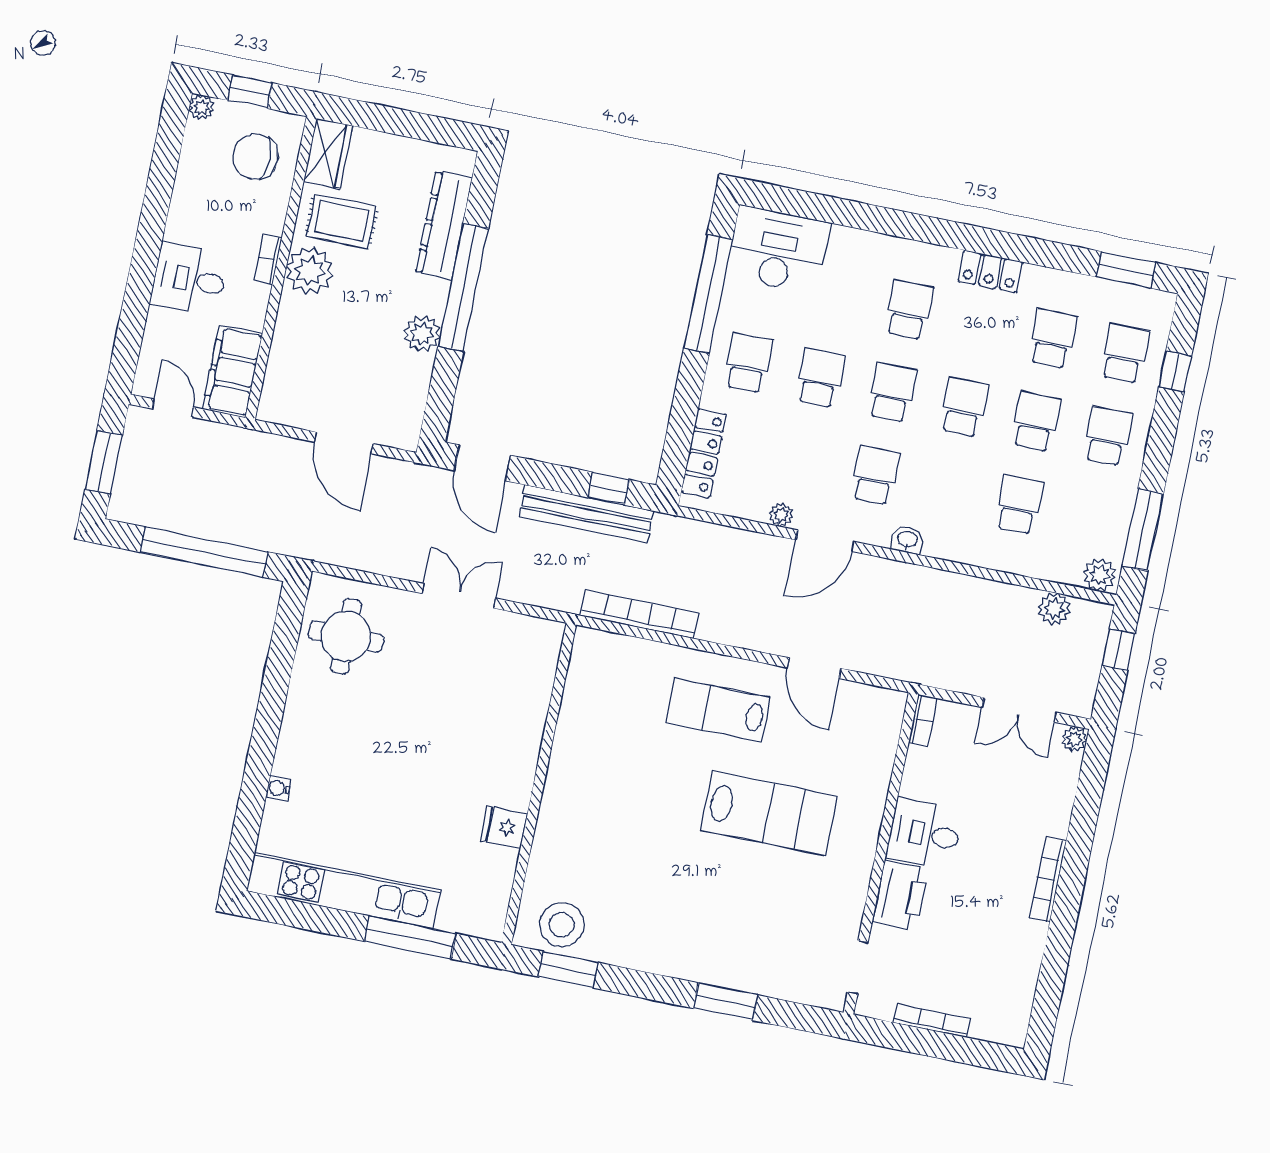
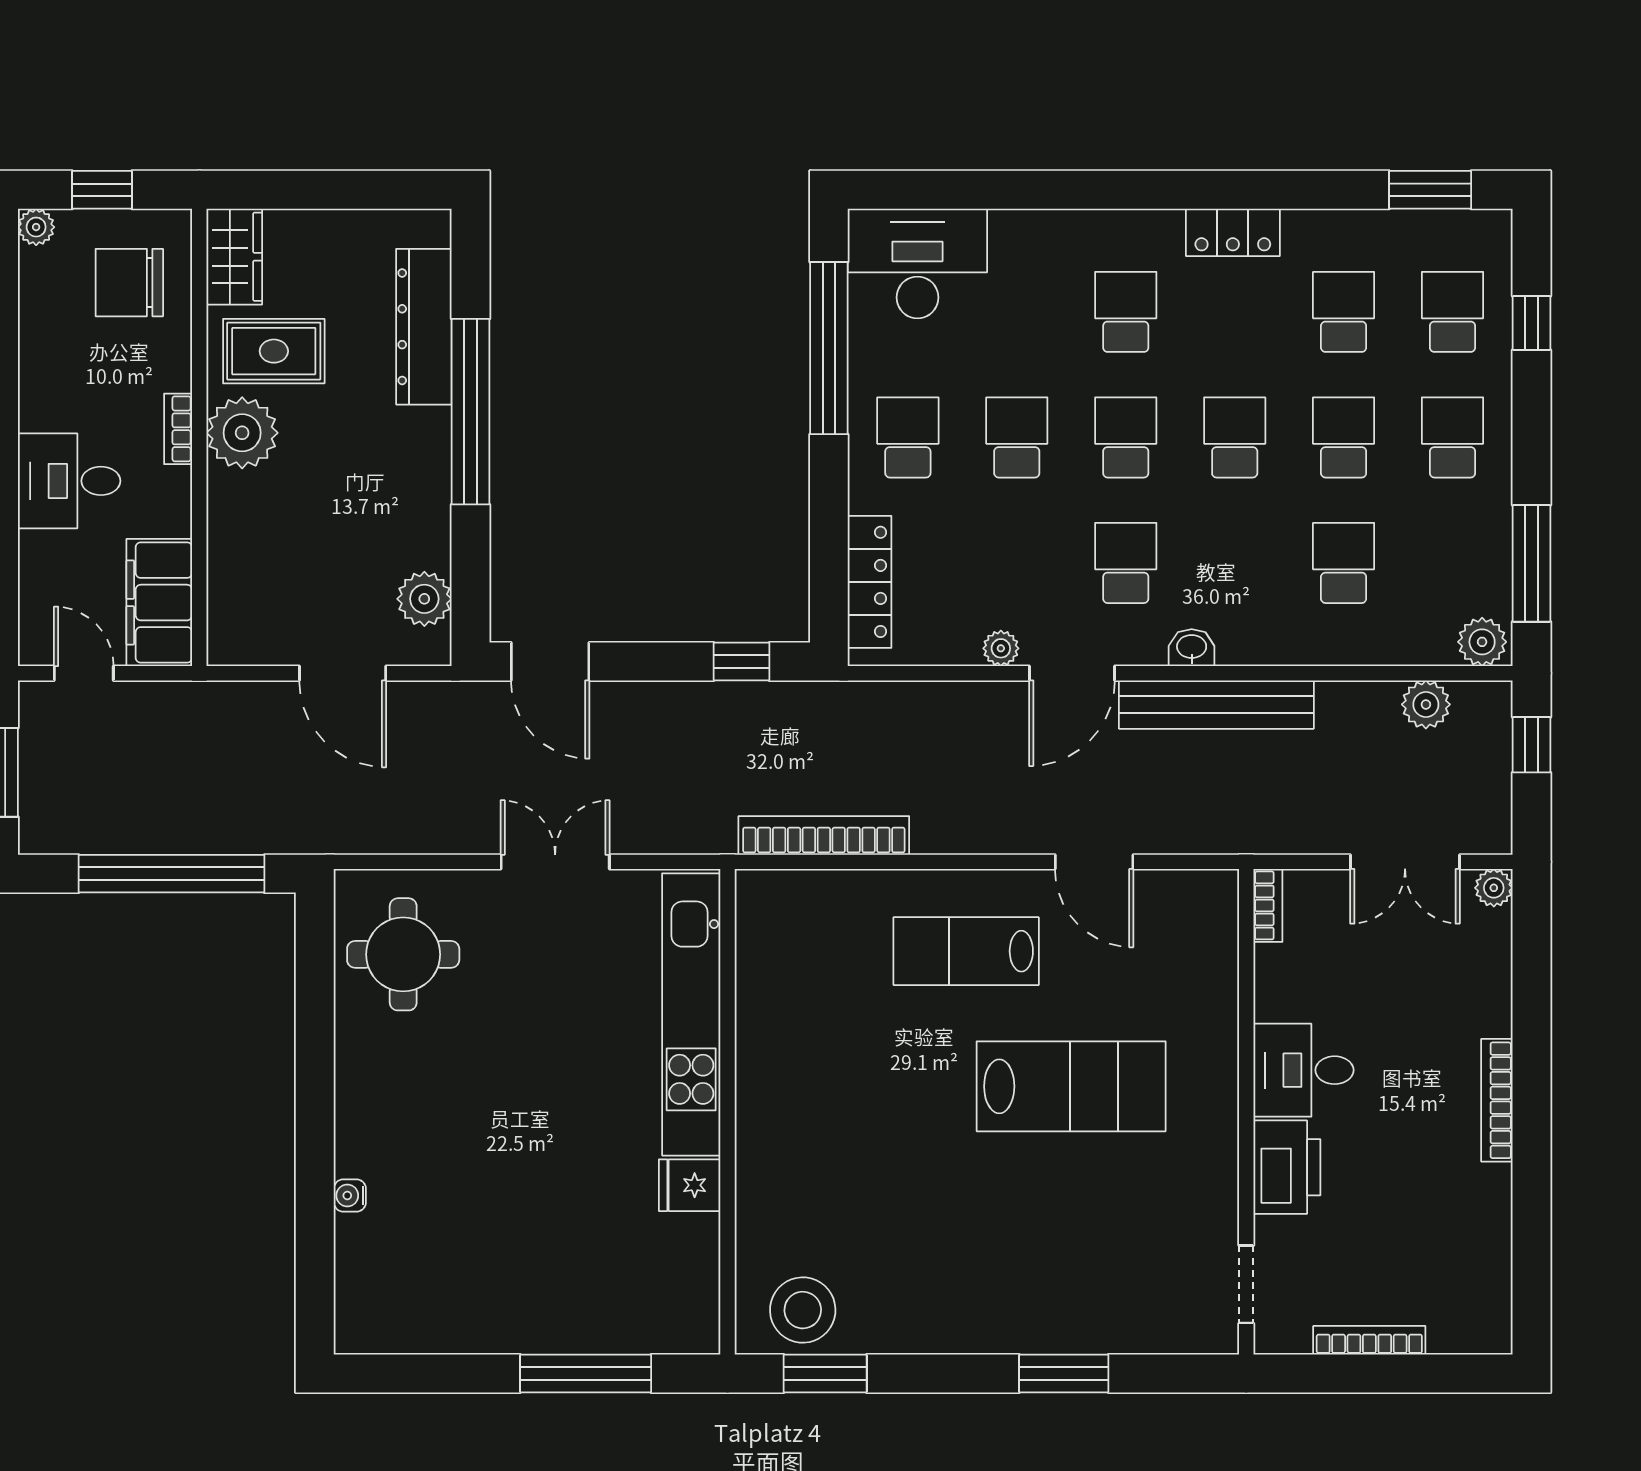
plant: (422, 334) -> (424, 599), moved
bench: (586, 514) -> (1216, 705), moved
kitchen unit: (343, 891) -> (691, 1014), moved, turned -90

